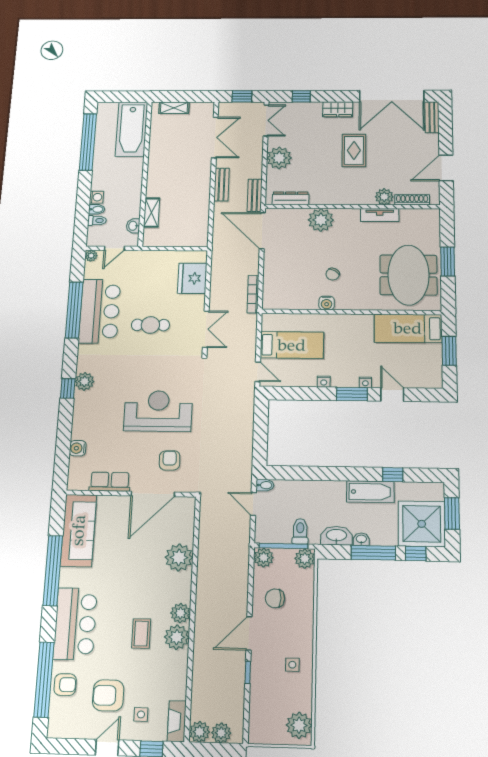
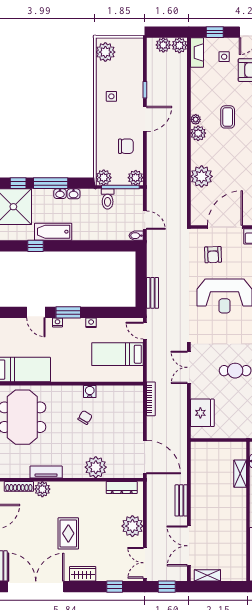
shelving: (174, 108) -> (207, 575), moved
bench: (255, 195) -> (152, 293), moved
washbasin: (336, 536) -> (74, 194), width x0.52, depth x0.69
plant: (177, 637) -> (196, 119), width x0.53, depth x0.53

